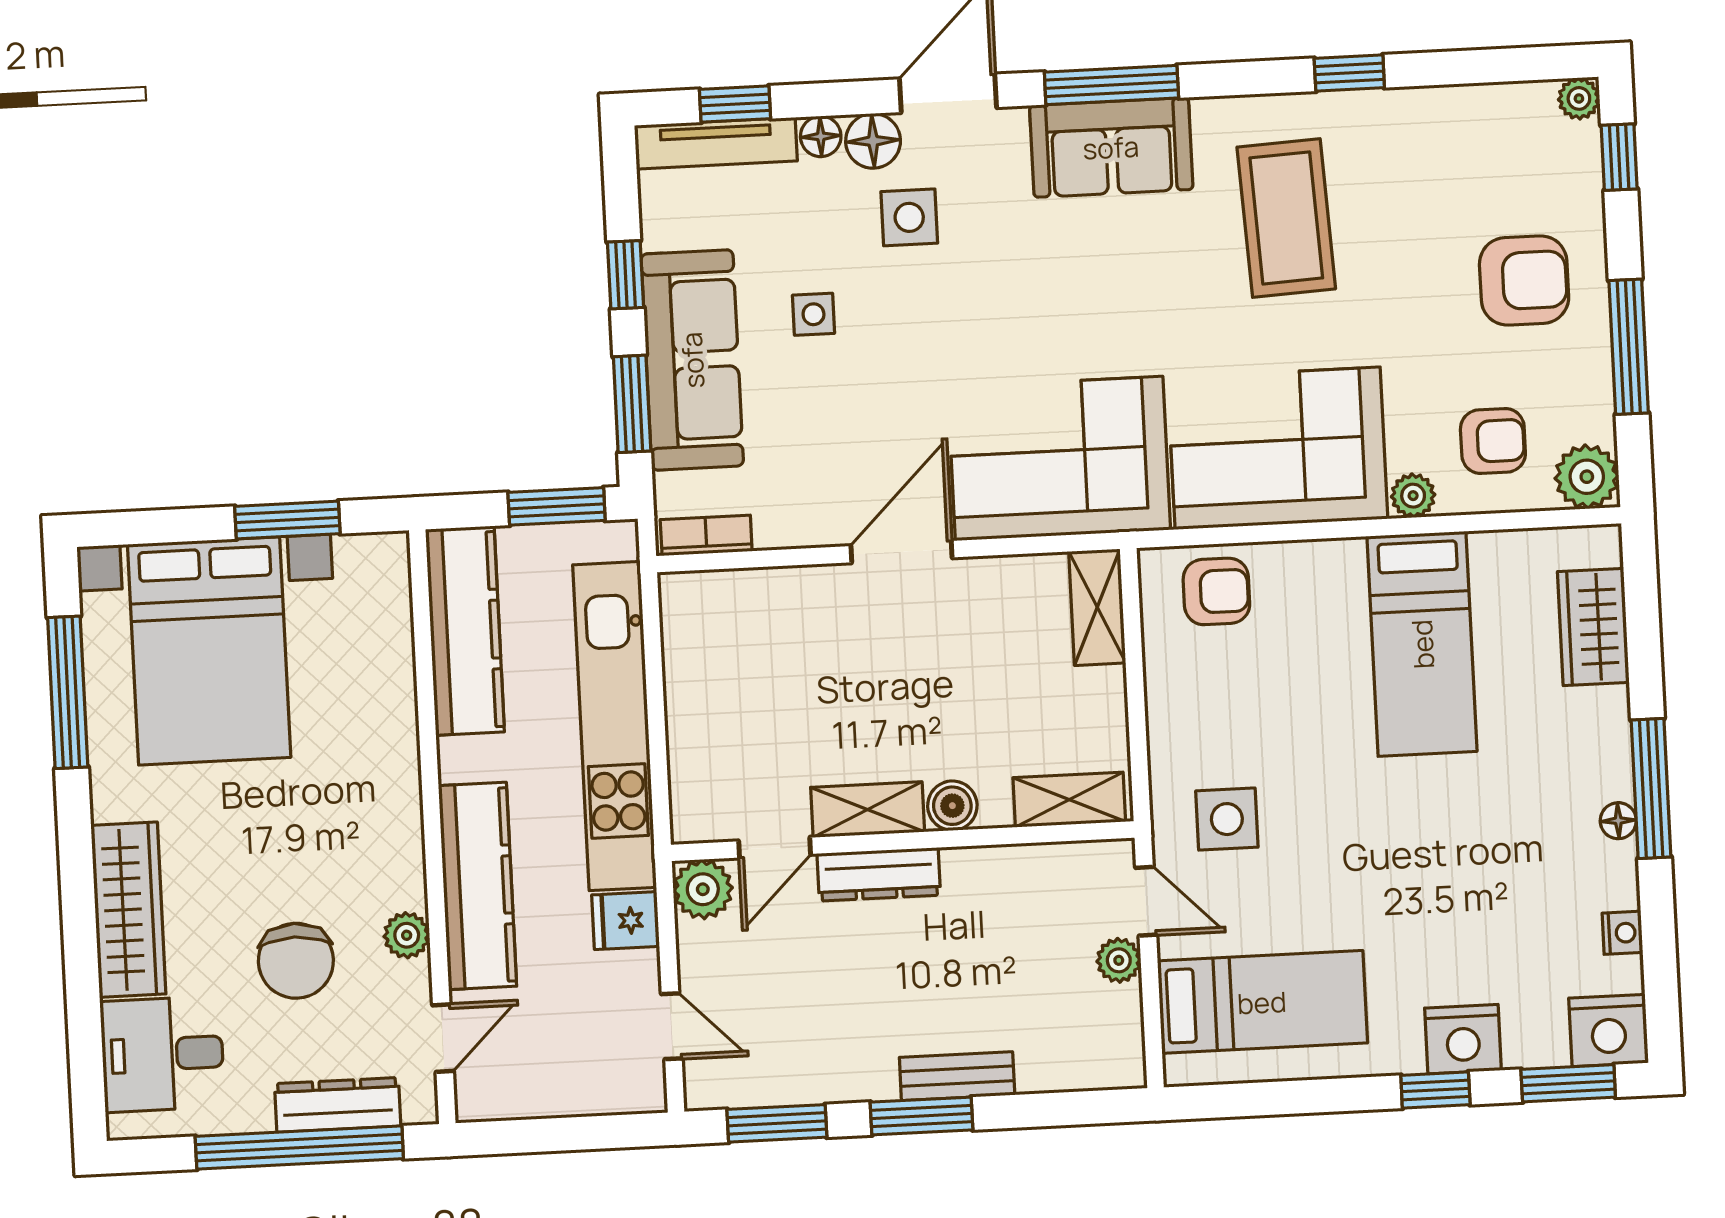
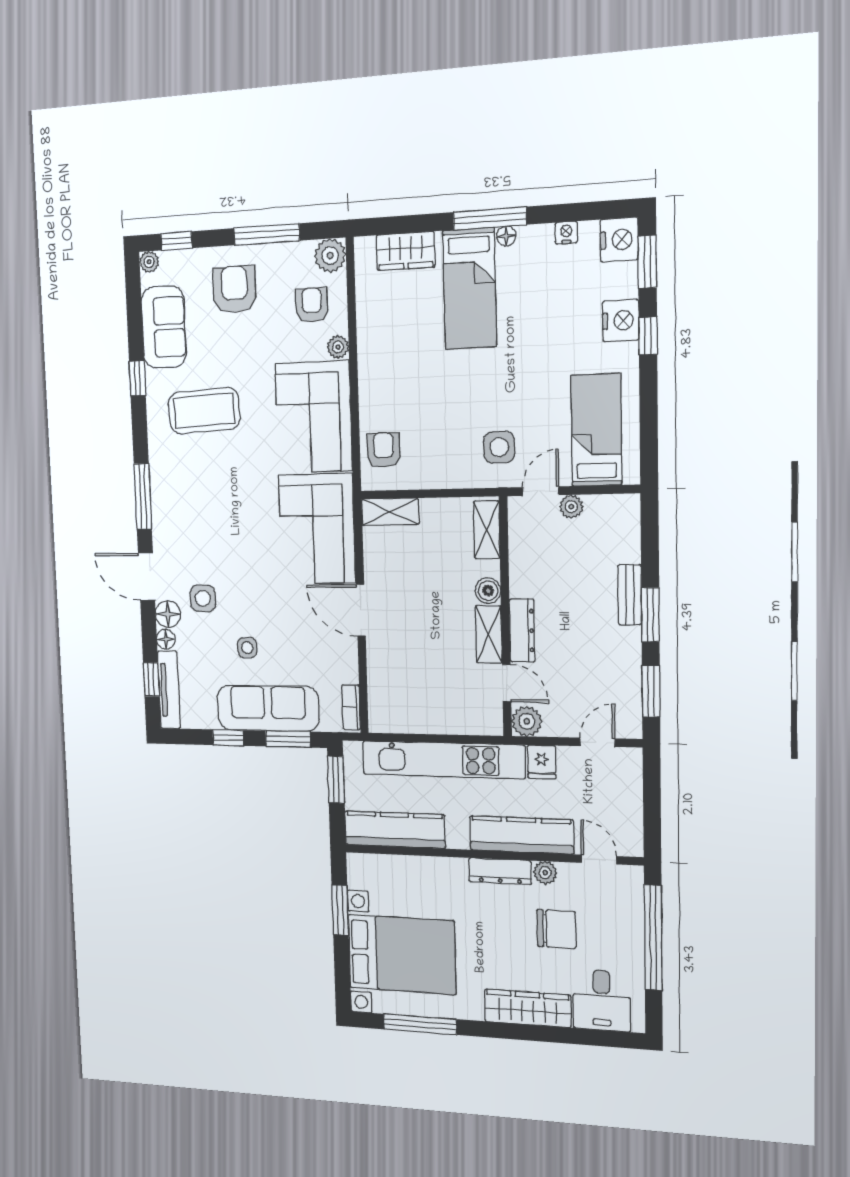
sofa: (1111, 147) -> (164, 327), moved
bed: (1422, 644) -> (470, 289), moved, turned 90
dresser: (338, 1105) -> (500, 871), moved, turned -90

